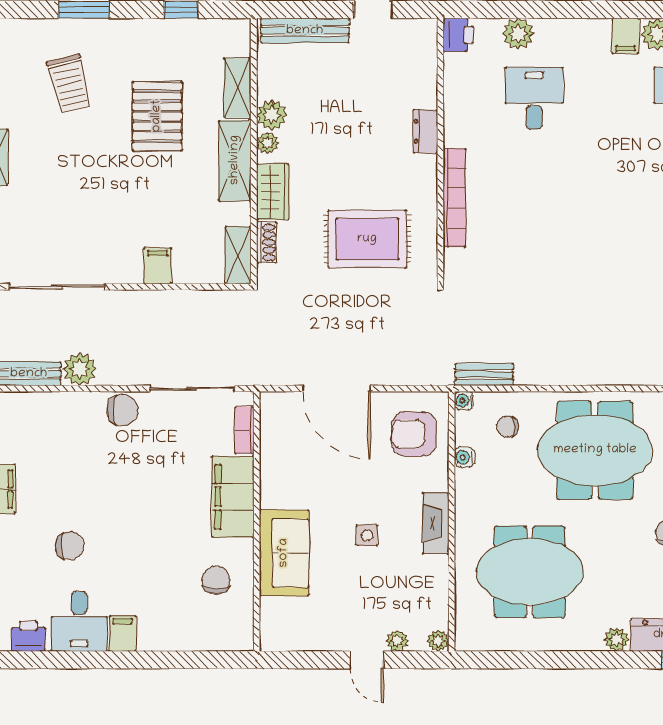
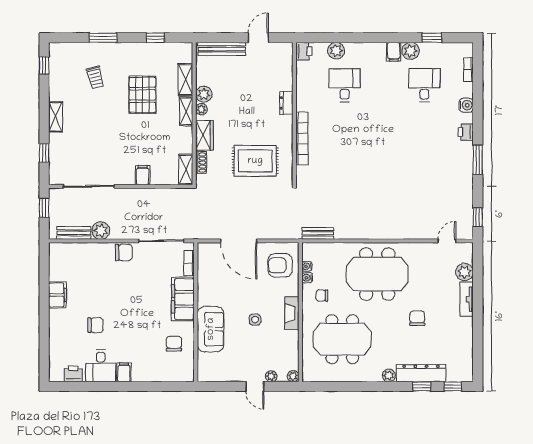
trolley: (69, 84) -> (95, 77), width x0.73, depth x0.72
shelving: (235, 160) -> (186, 111), width x0.67, depth x0.75
water cooler: (464, 401) -> (307, 266), moved
chair: (508, 427) -> (322, 296), moved

